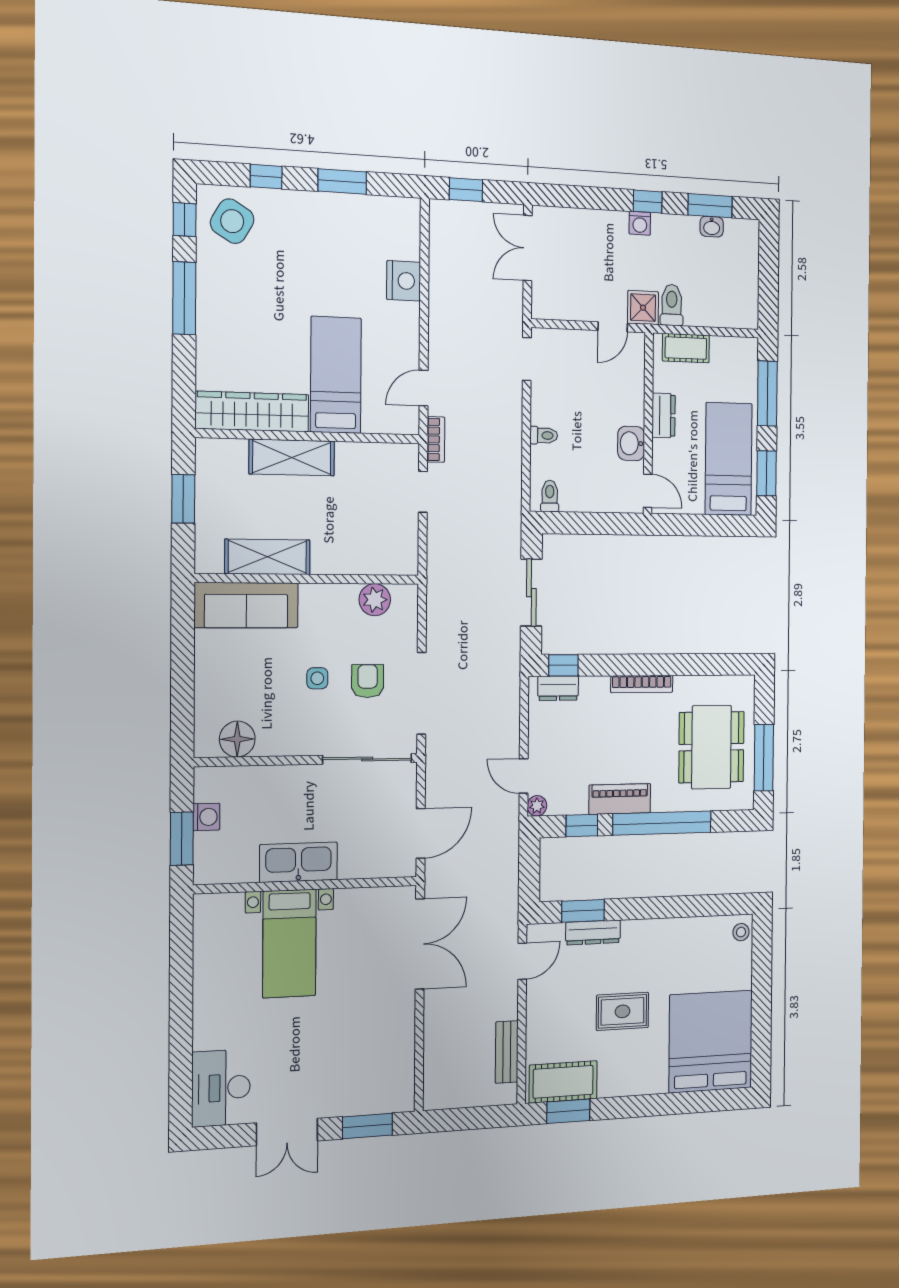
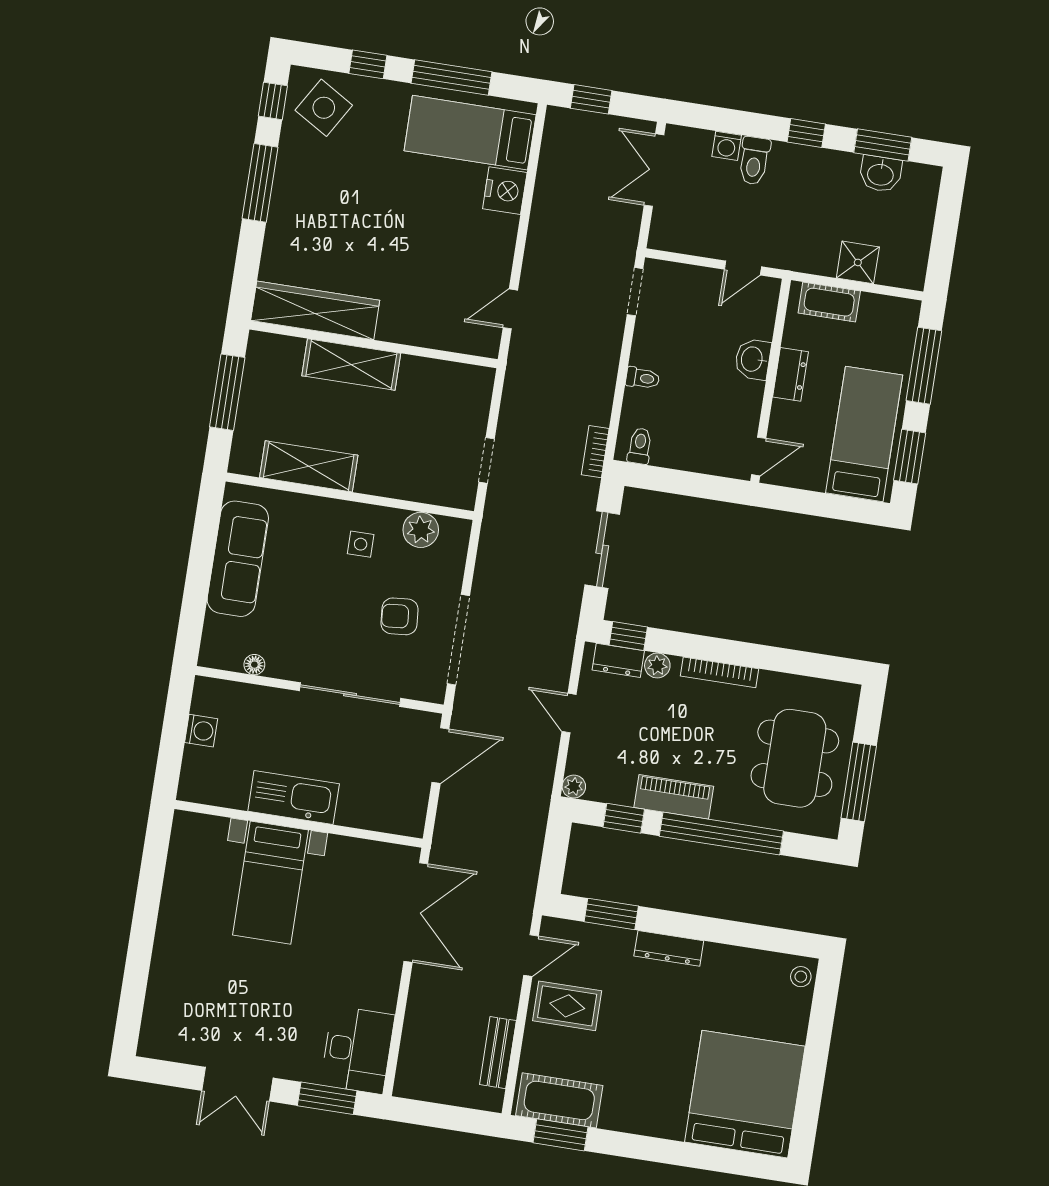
window: (342, 182) -> (451, 77), width x1.44
washing machine: (640, 223) -> (727, 146), moved
washbasin: (712, 227) -> (881, 174), width x1.38, depth x1.45
toilet: (672, 305) -> (754, 161), moved, turned 180
shower: (643, 308) -> (858, 262), moved
bed: (336, 375) -> (470, 133), moved, turned -90
bookcase: (436, 439) -> (595, 452), moved, turned 180
washbasin: (631, 443) -> (753, 359), moved
door: (648, 491) -> (759, 456), hinge flipped
doorway: (423, 492) -> (487, 460), moved
window: (183, 499) -> (227, 392), width x1.44
sofa: (246, 605) -> (238, 559), moved, turned -90
side table: (317, 678) -> (361, 544), moved
armchair: (368, 681) -> (399, 616), turned -95
plant: (591, 687) -> (657, 665), added
floor lamp: (237, 739) -> (254, 665), width x0.53, depth x0.53
sliding door: (367, 759) -> (350, 695), moved
door: (524, 776) -> (569, 713), moved
door: (421, 833) -> (440, 756), moved
window: (182, 839) -> (171, 749), removed
dresser: (593, 932) -> (669, 948), moved
rug: (622, 1011) -> (567, 1006), moved
desk: (221, 1088) -> (357, 1050), moved, turned 180

